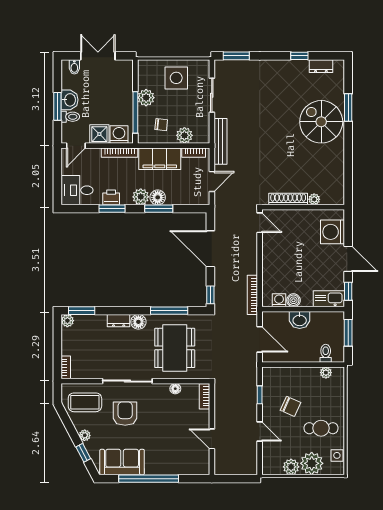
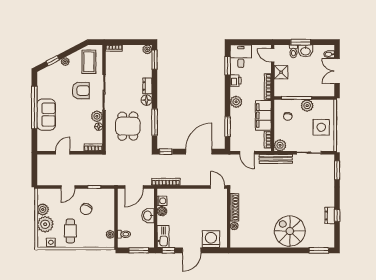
double door: (98, 56) -> (337, 71), swing flipped
dresser: (321, 66) -> (330, 215), moved
window: (348, 107) -> (319, 250), moved
spiral stairs: (321, 122) -> (290, 231), turned -90
washing machine: (119, 135) -> (281, 86), removed
plant: (184, 135) -> (280, 145), moved
floor lamp: (158, 197) -> (236, 114), removed
window: (112, 209) -> (228, 66), moved
window: (159, 209) -> (228, 127), moved
door: (260, 223) -> (218, 187), swing flipped
dining table: (175, 348) -> (128, 126), width x0.73
plant: (161, 391) -> (97, 116), added
sofa: (122, 462) -> (46, 115), moved

